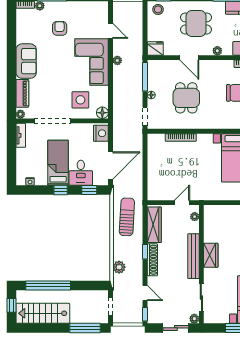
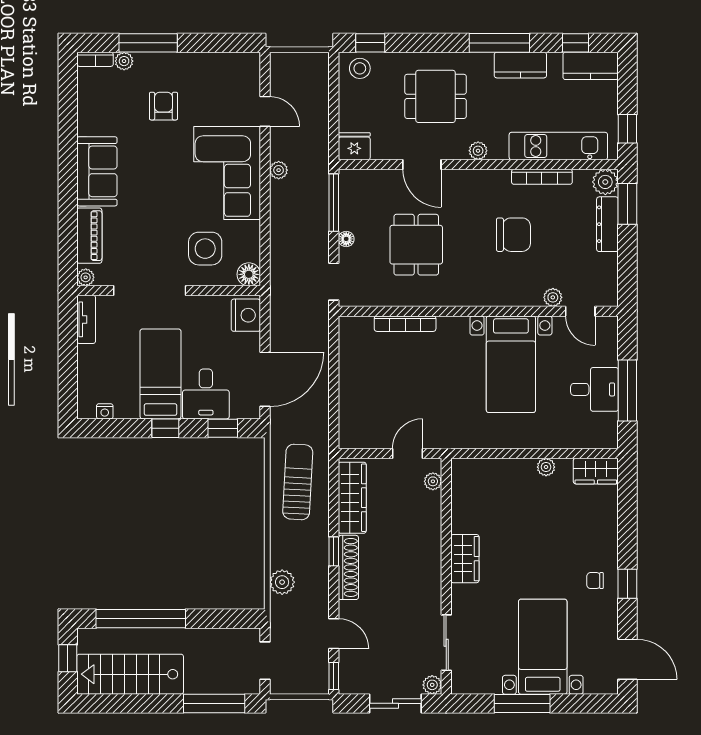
bench: (193, 256) -> (430, 560), removed

